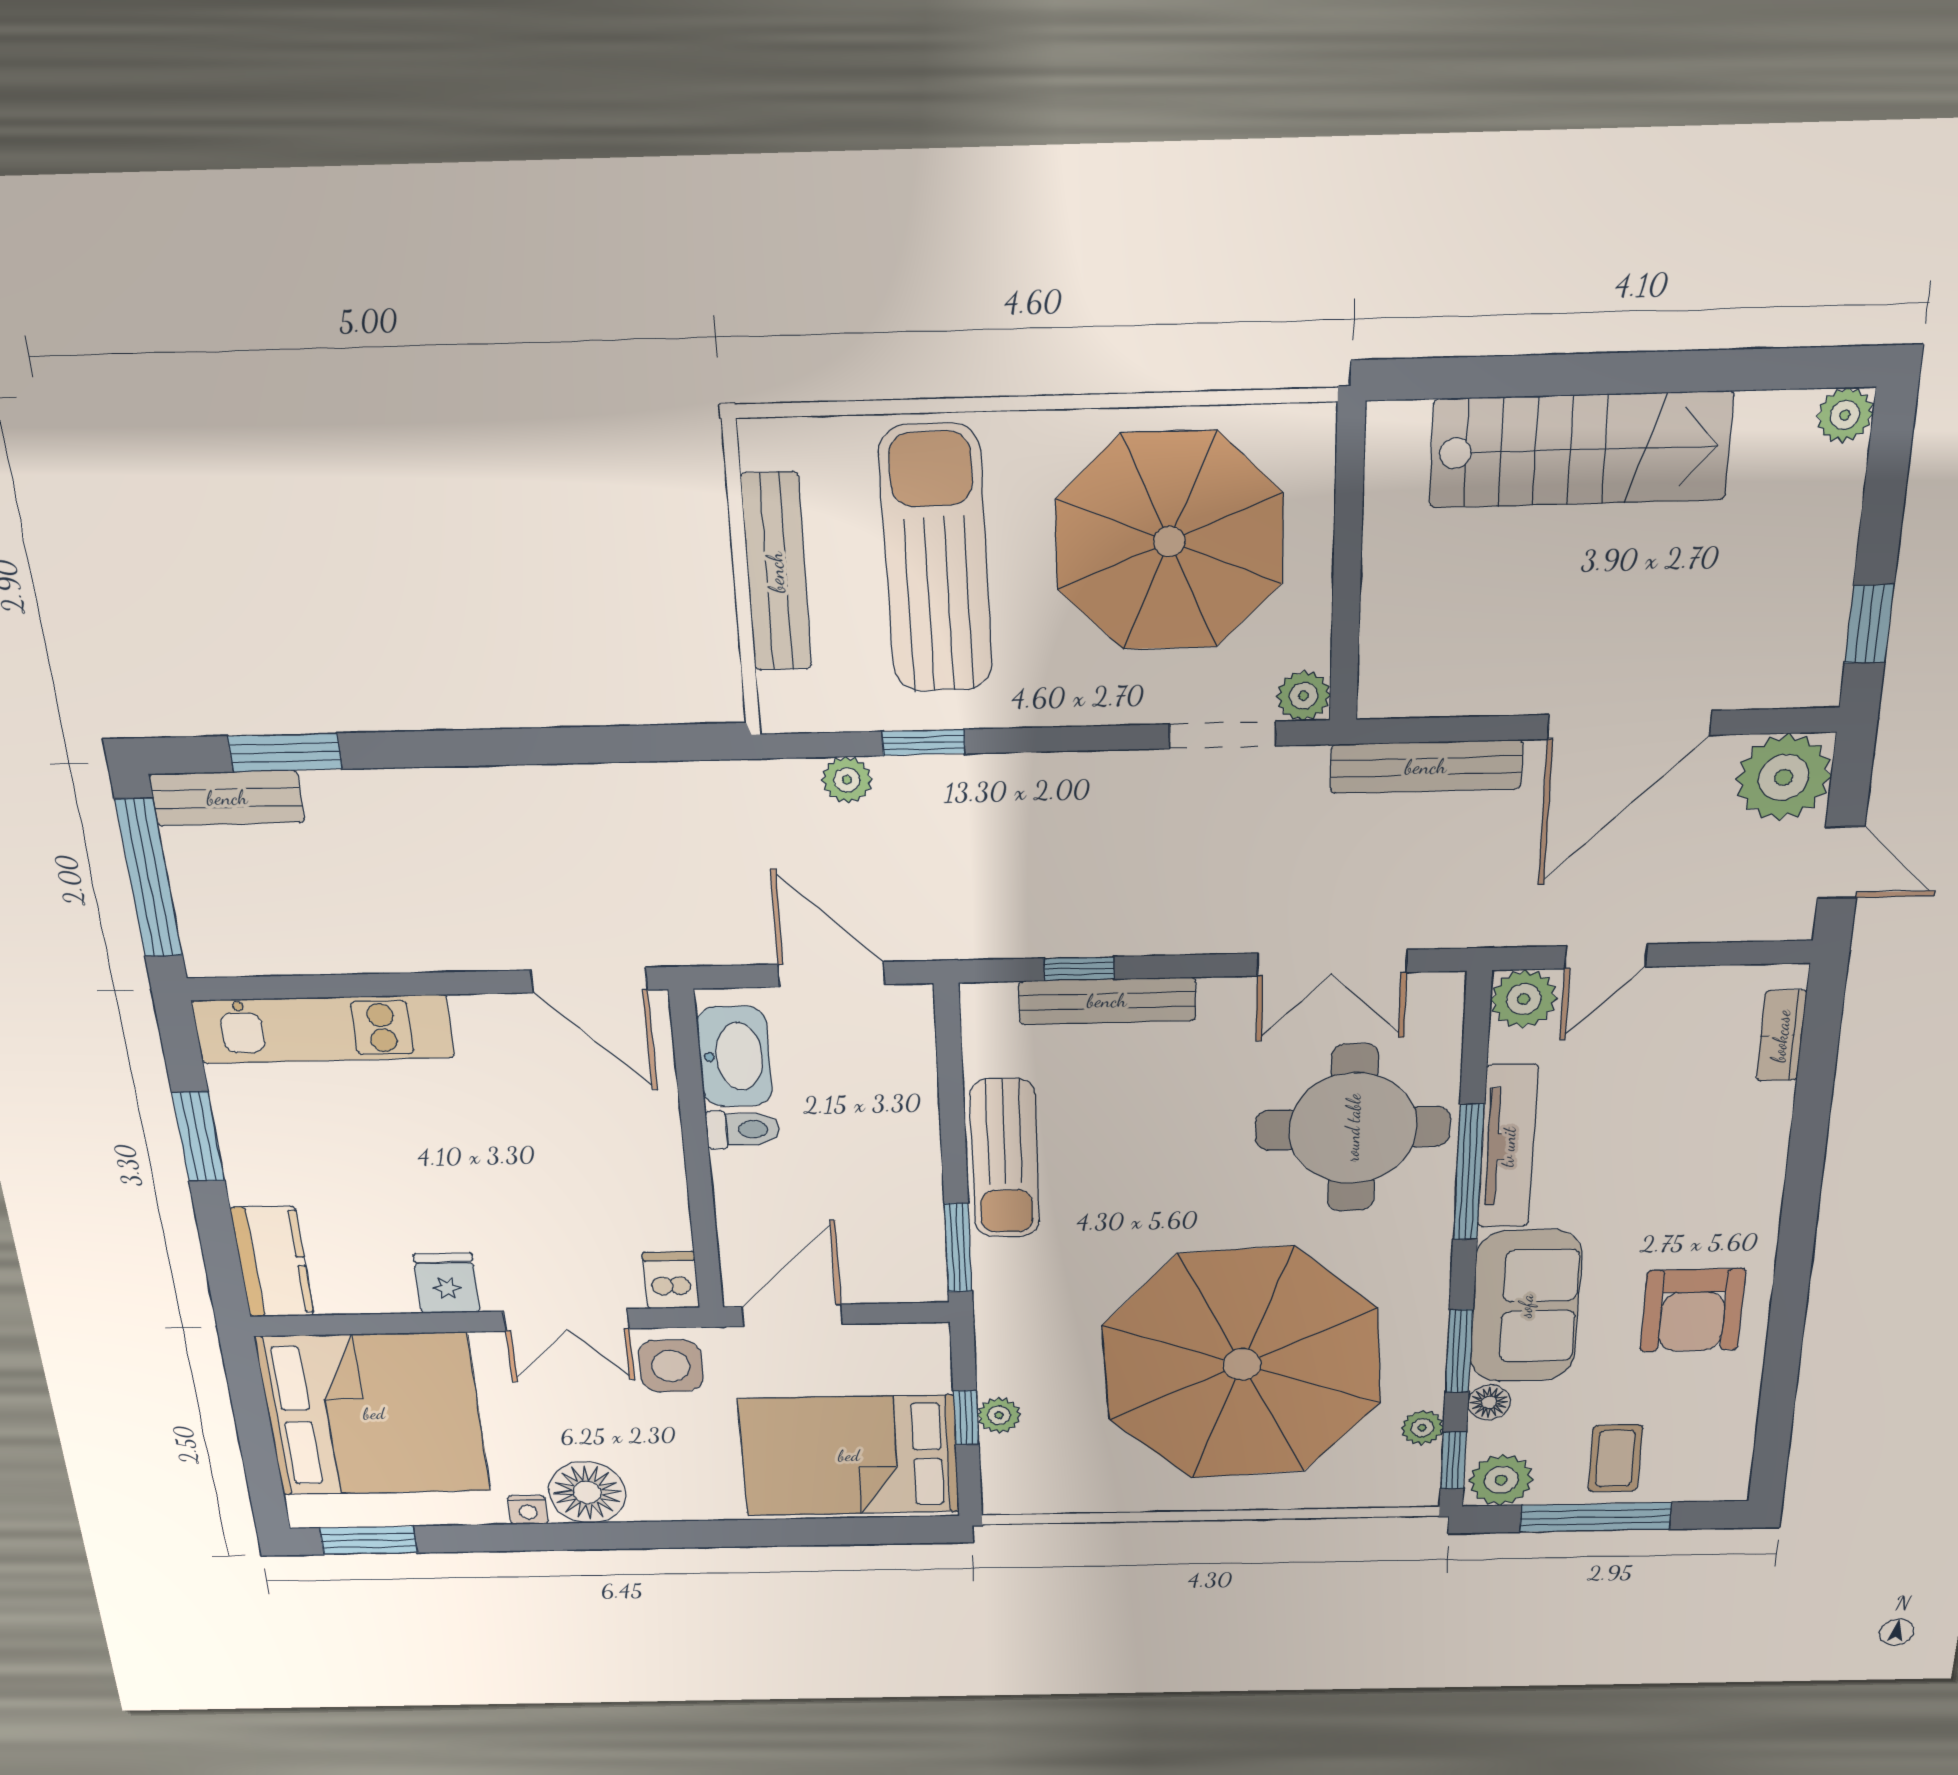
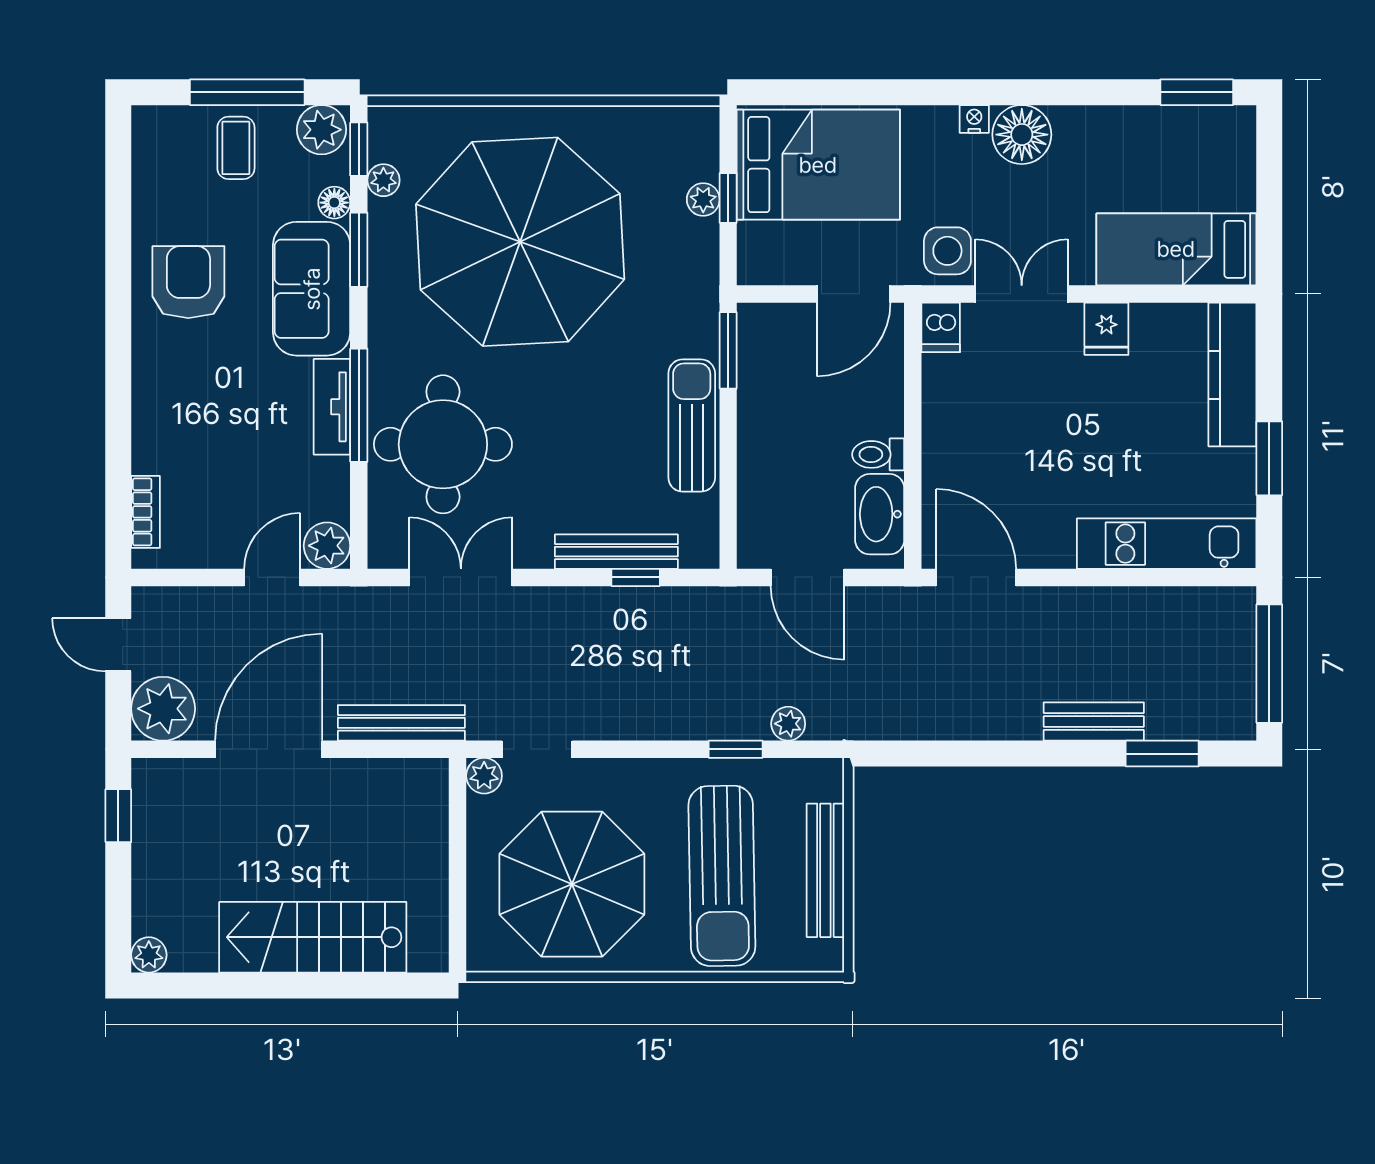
bench: (227, 798) -> (1094, 721), moved
tv unit: (1508, 1147) -> (332, 407), width x0.71
kitchen counter: (272, 1262) -> (1232, 375), width x1.50
bed: (374, 1414) -> (1176, 249), width x0.49
nightstand: (528, 1510) -> (974, 119), moved

